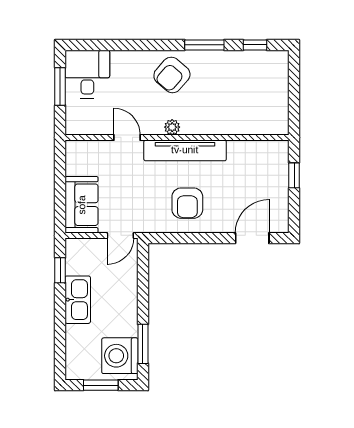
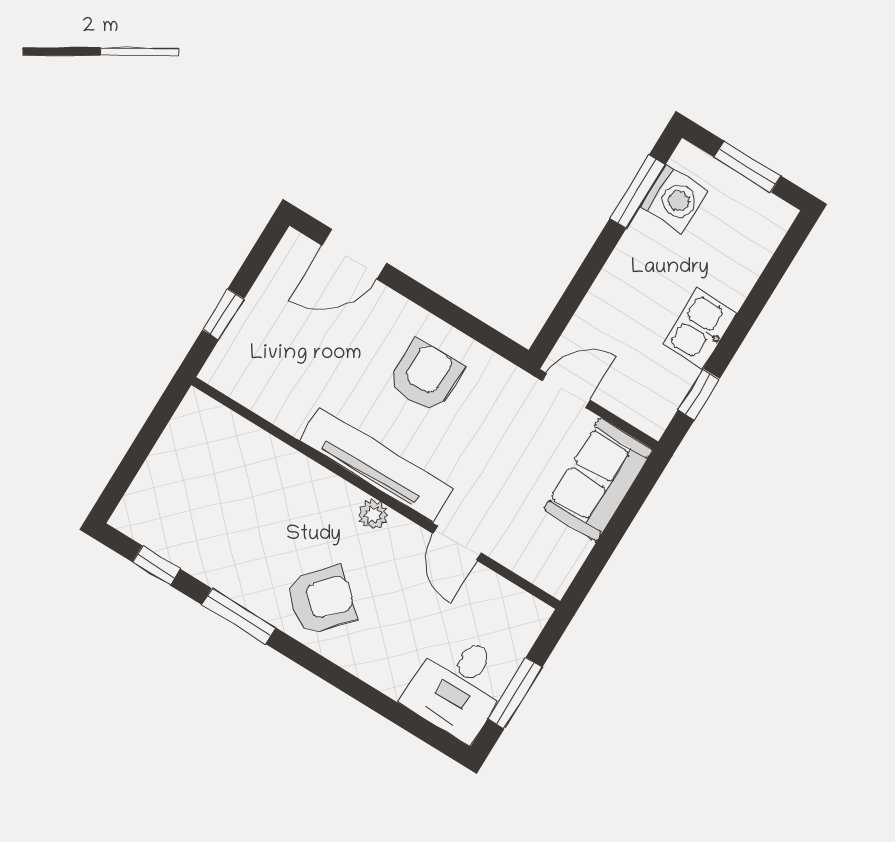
kitchen sink: (78, 300) -> (700, 329), width x0.73
washing machine: (120, 356) -> (674, 198), width x0.73, depth x0.73

